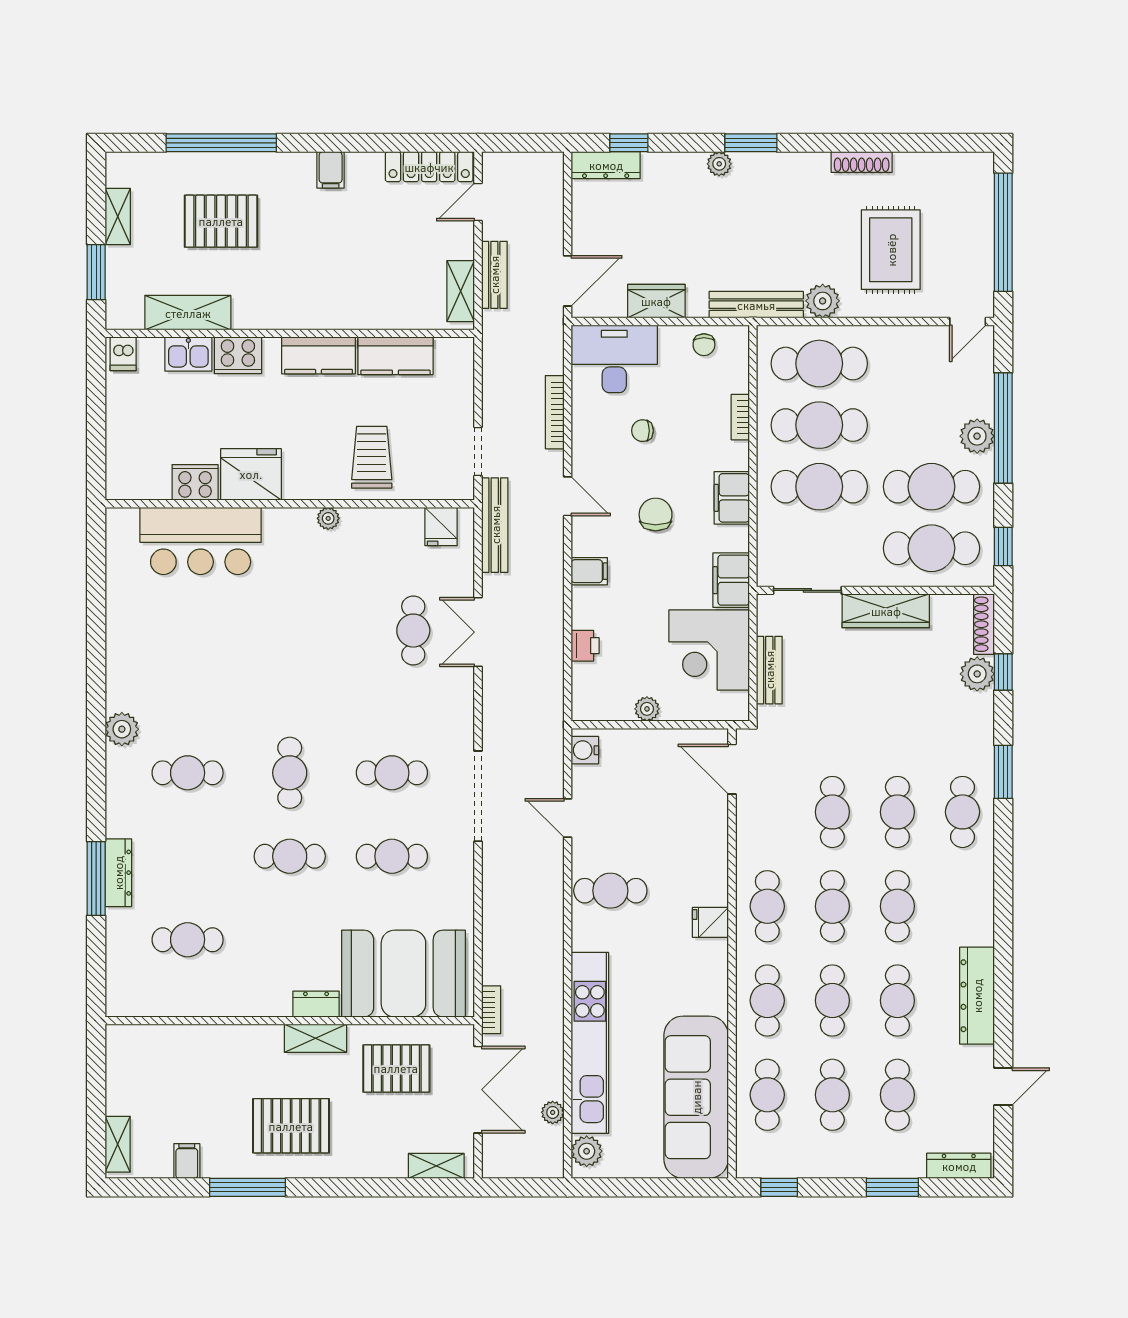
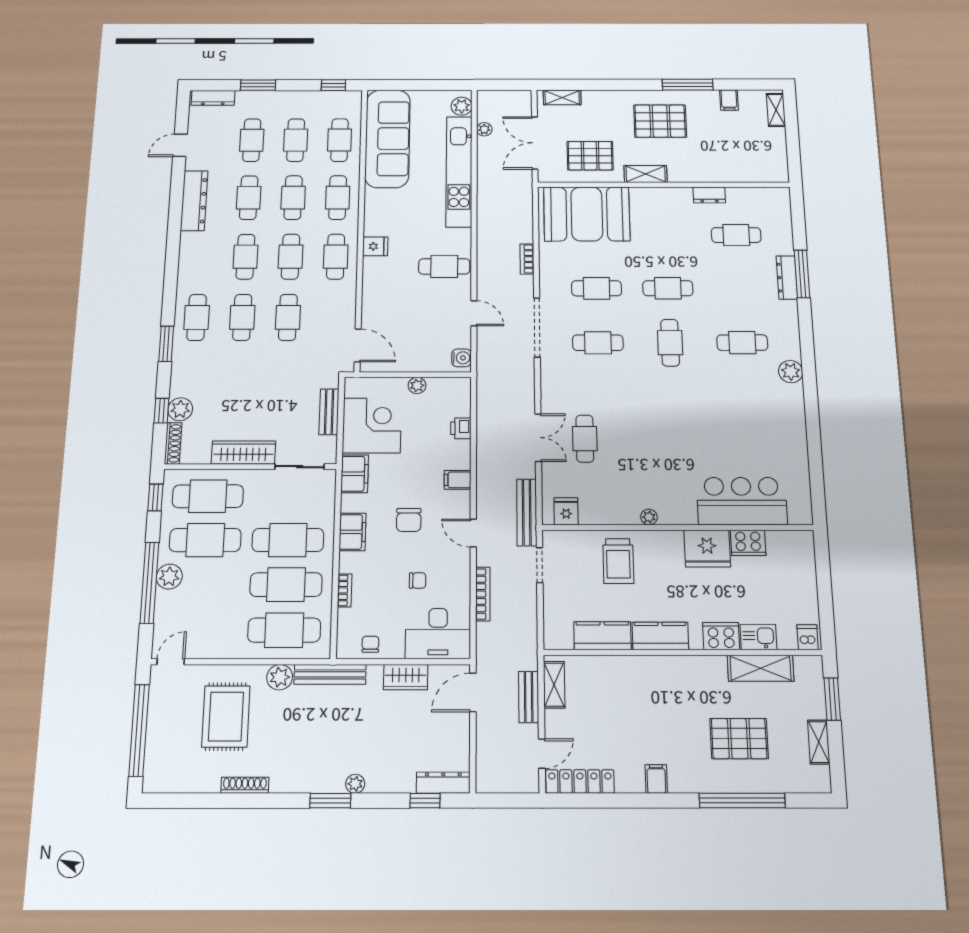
dresser: (316, 1004) -> (709, 195), moved
bookcase: (491, 1010) -> (527, 259), moved

